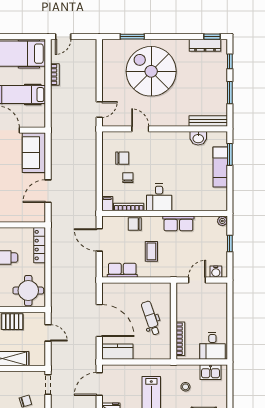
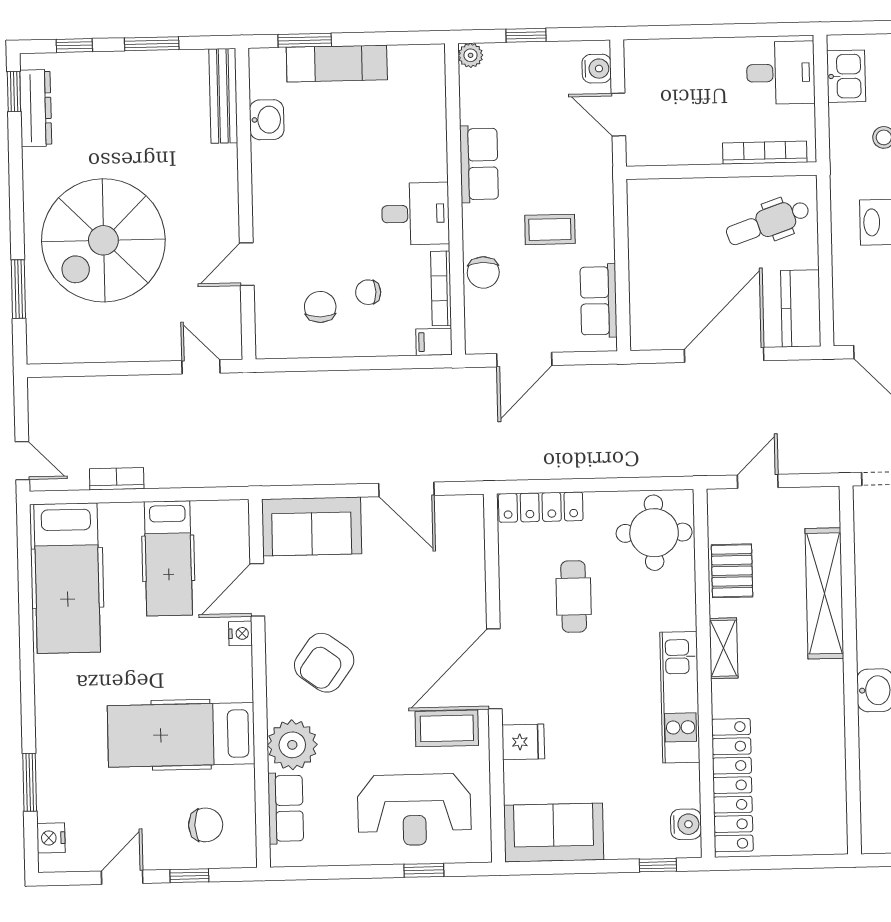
dental chair: (151, 318) -> (768, 223), moved

